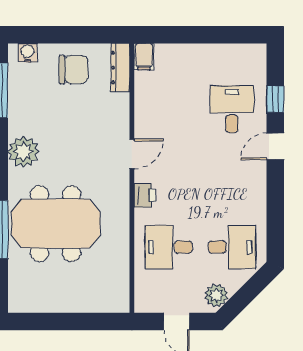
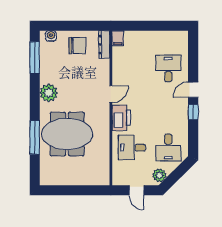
window: (275, 99) -> (193, 112), moved
printer: (145, 195) -> (121, 118), width x1.87, depth x1.48
desk: (232, 247) -> (168, 148), turned 90

